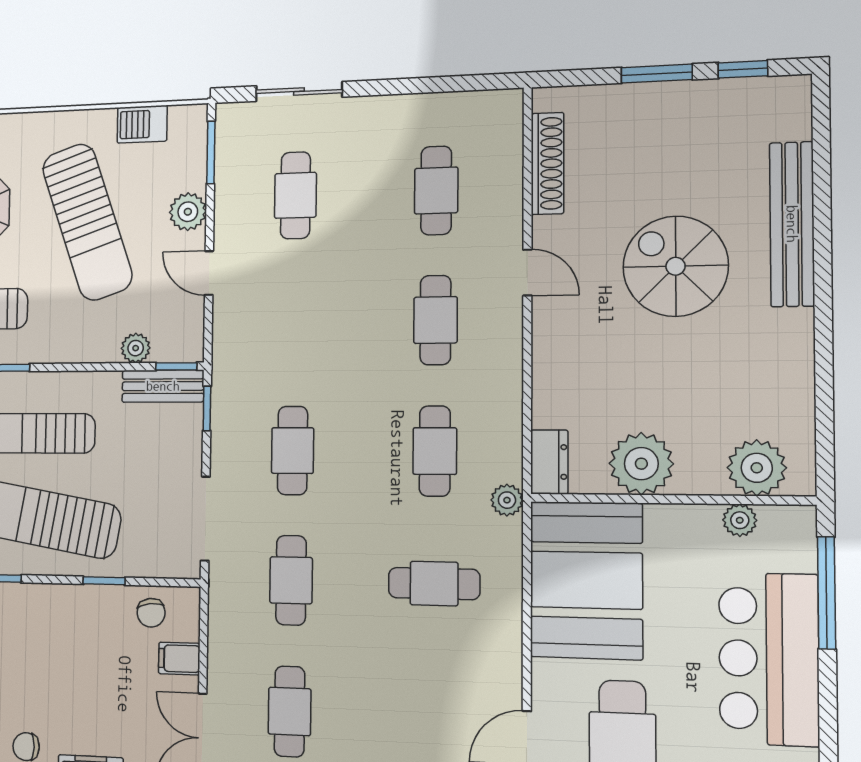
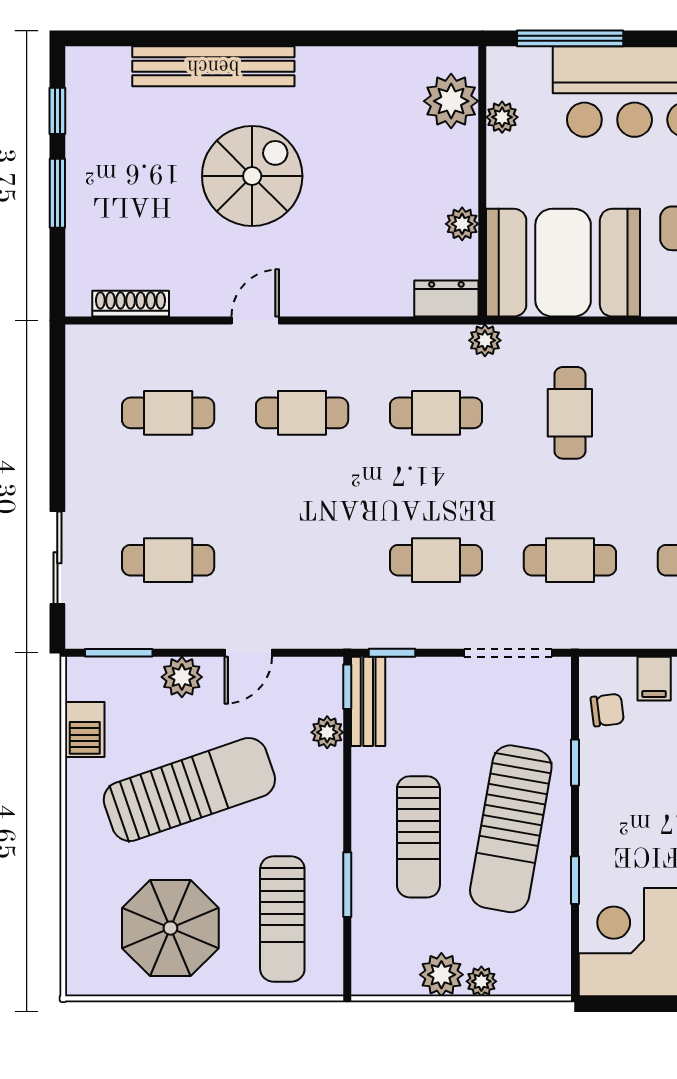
shoe rack: (547, 163) -> (131, 304), width x0.74, depth x0.81
spiral stairs: (676, 266) -> (252, 176), turned 180
plant: (641, 464) -> (462, 224), width x0.53, depth x0.53

